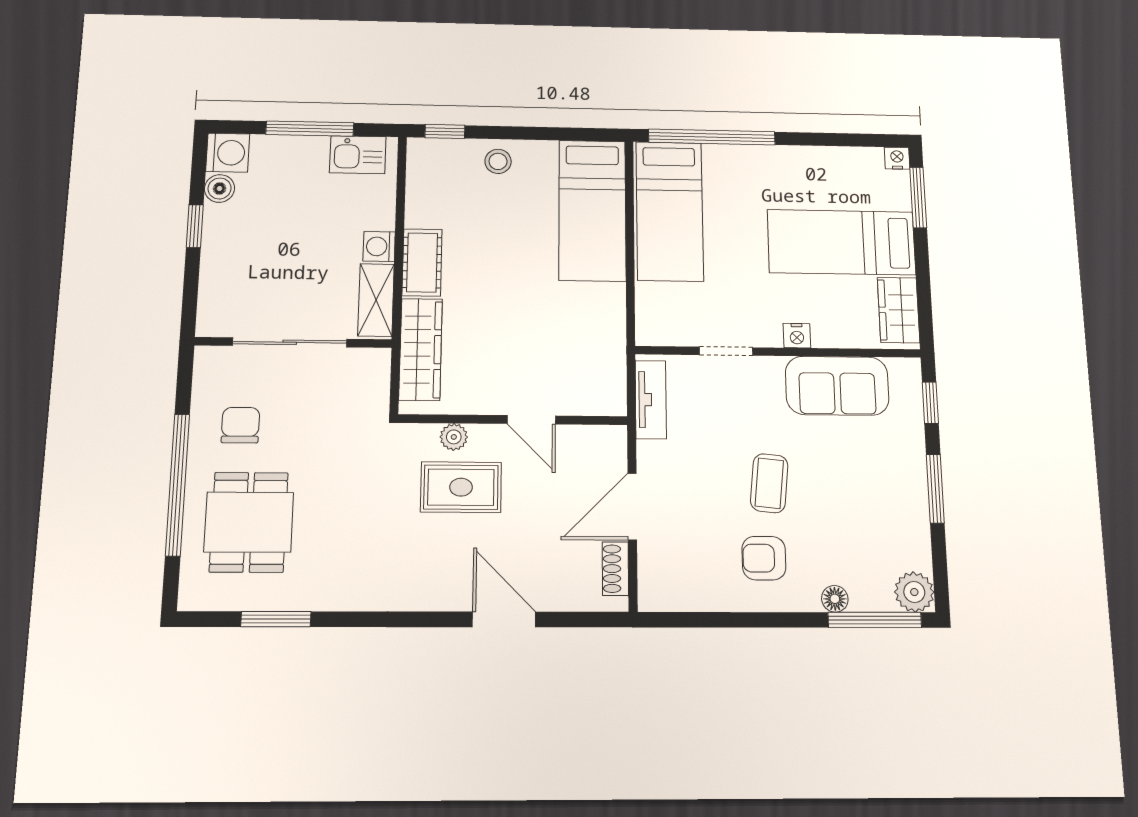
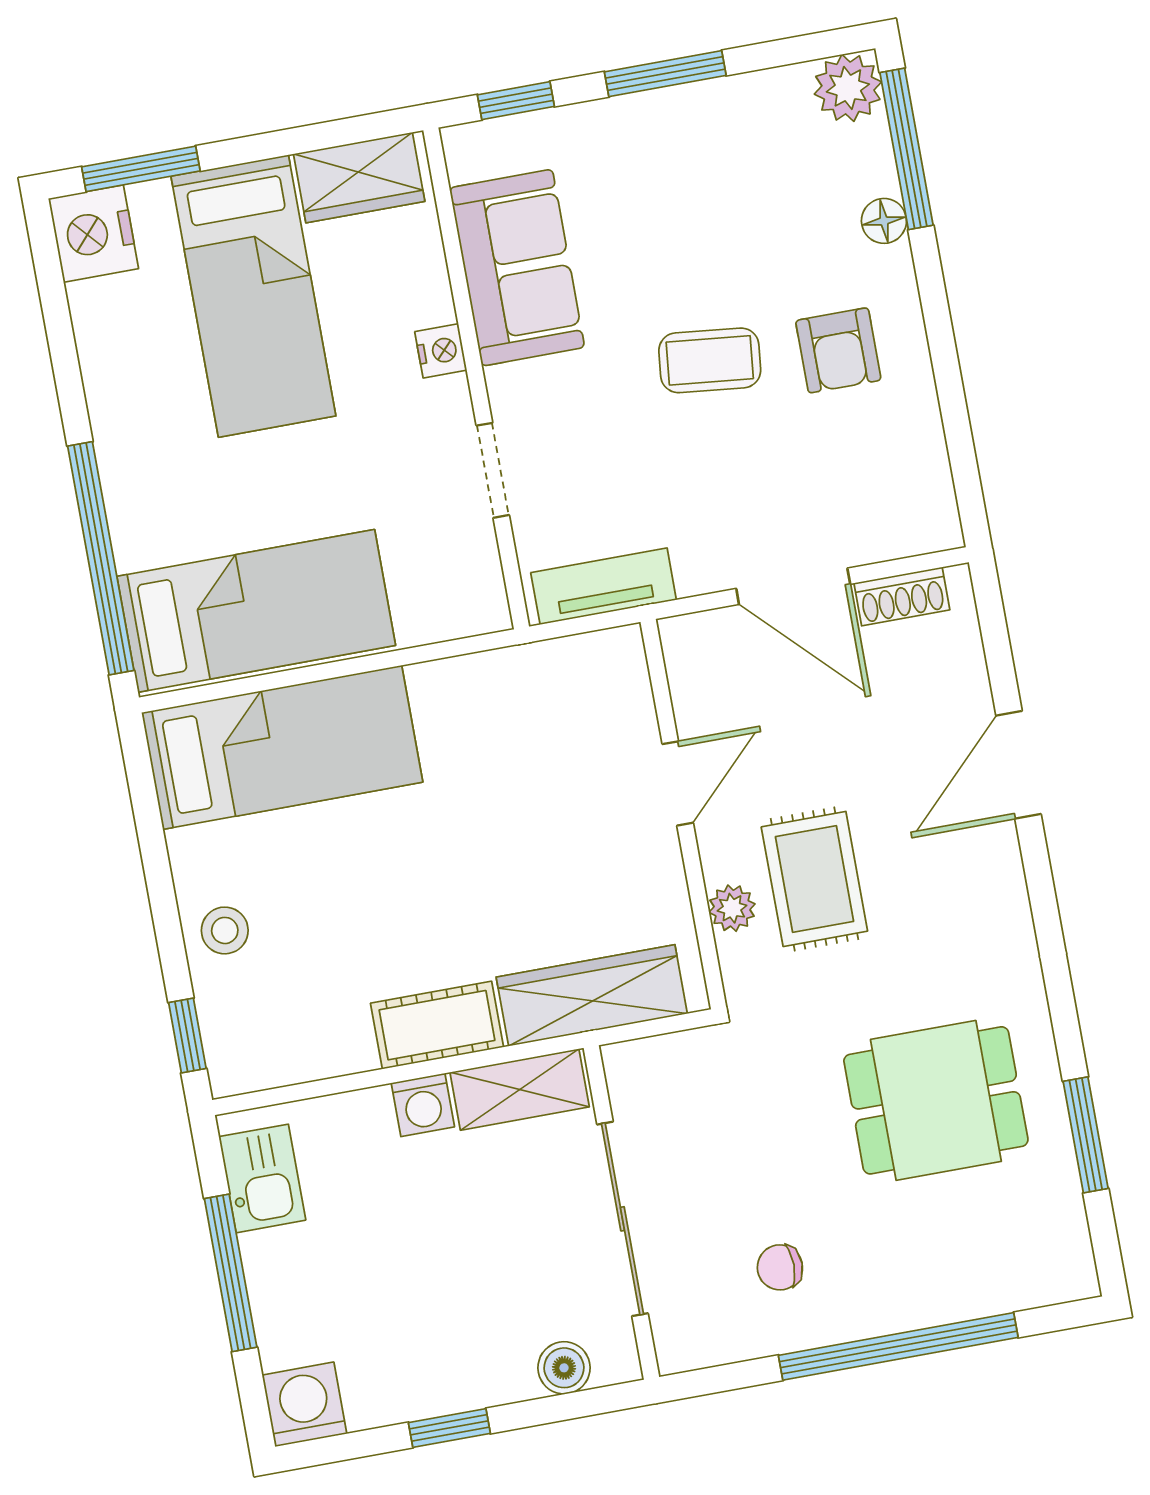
nightstand: (897, 158) -> (93, 234), width x1.89, depth x1.79
boiler: (220, 188) -> (564, 1368), moved
chair: (240, 425) -> (780, 1267), width x0.73, depth x0.73
dining table: (249, 522) -> (936, 1100), moved

